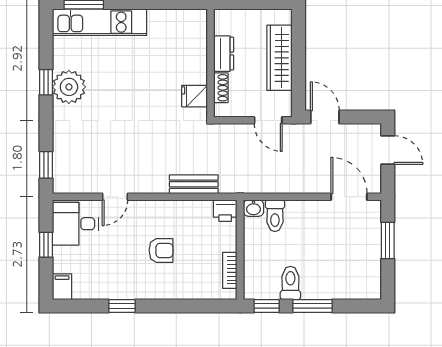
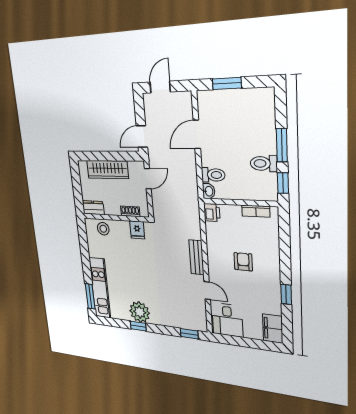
stool: (193, 40) -> (103, 229), added
dresser: (224, 54) -> (93, 208), moved
bench: (194, 184) -> (196, 257), moved
door: (349, 197) -> (197, 134), moved
window: (46, 245) -> (243, 342), removed
filing cabinet: (62, 287) -> (273, 329), width x2.00

